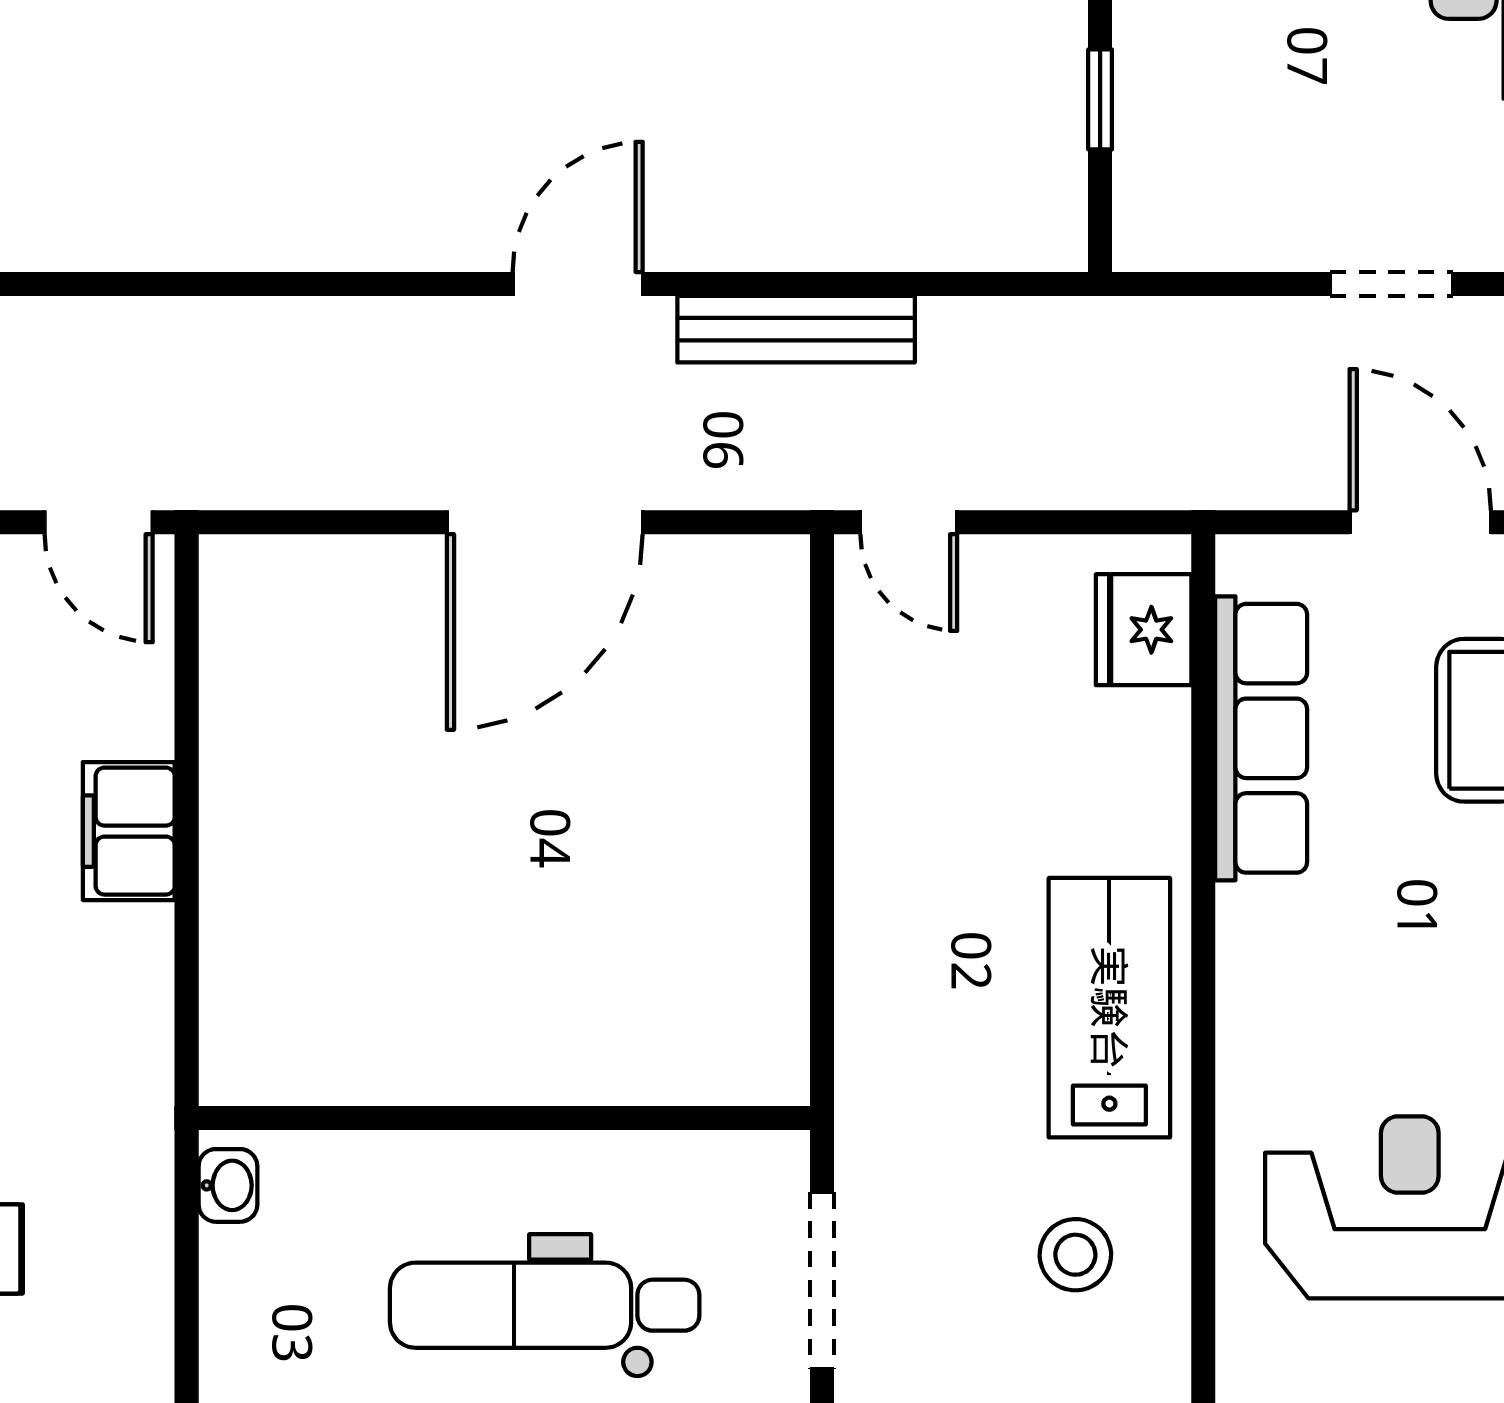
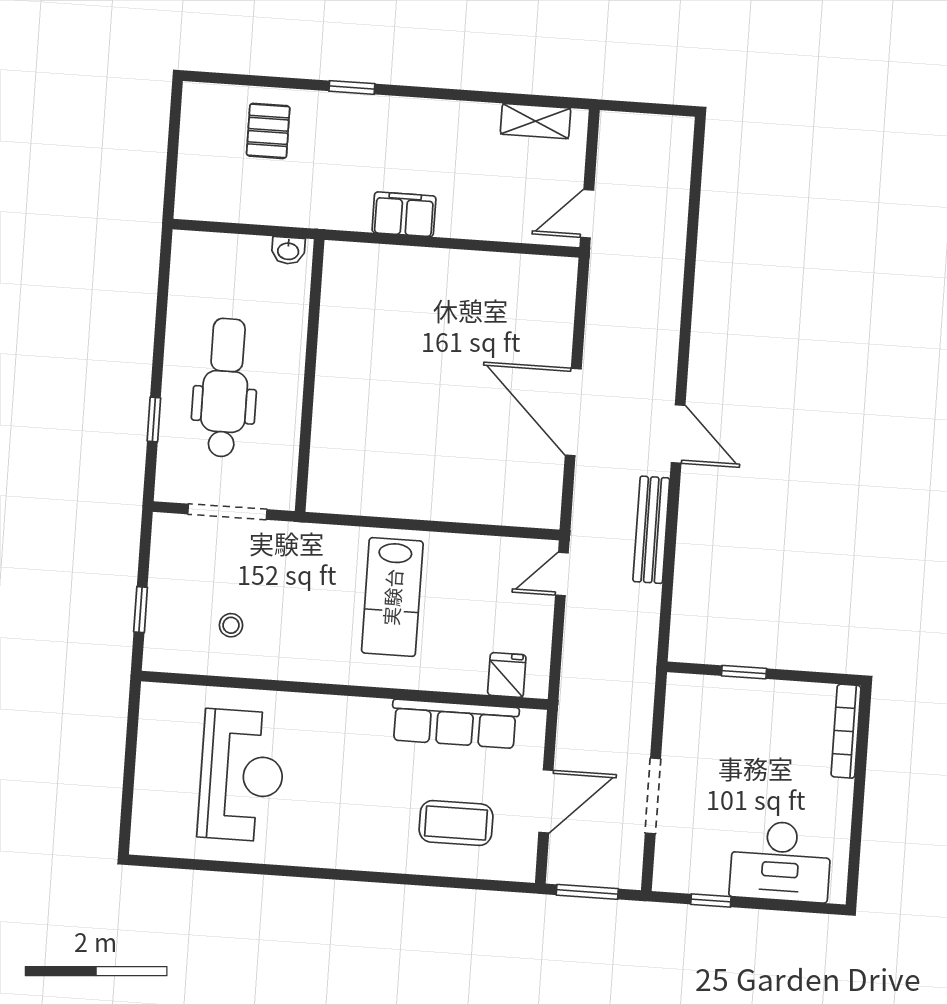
doorway: (1391, 284) -> (653, 796), width x1.38
fridge: (1144, 630) -> (507, 675), width x0.72
filing cabinet: (129, 831) -> (404, 214), moved
lab bench: (1109, 1008) -> (392, 597), moved, turned 90
stool: (1075, 1255) -> (231, 625), width x0.73, depth x0.73

